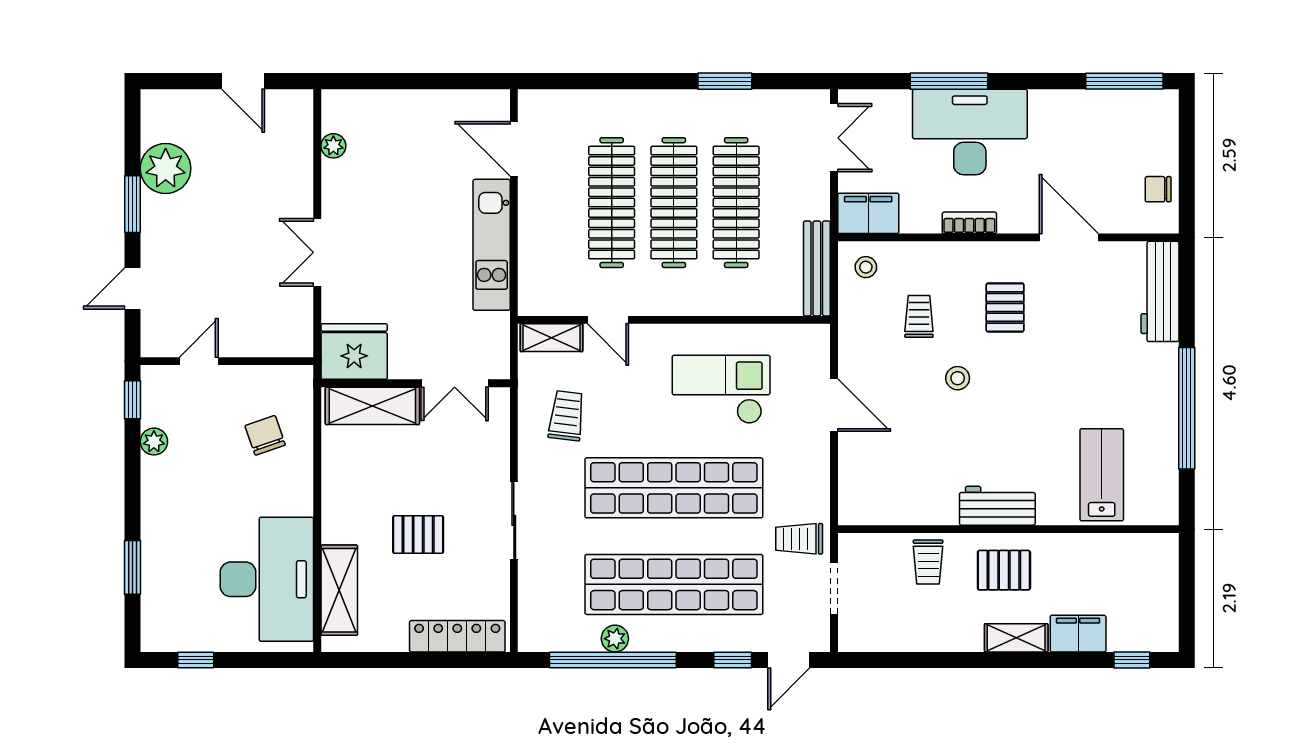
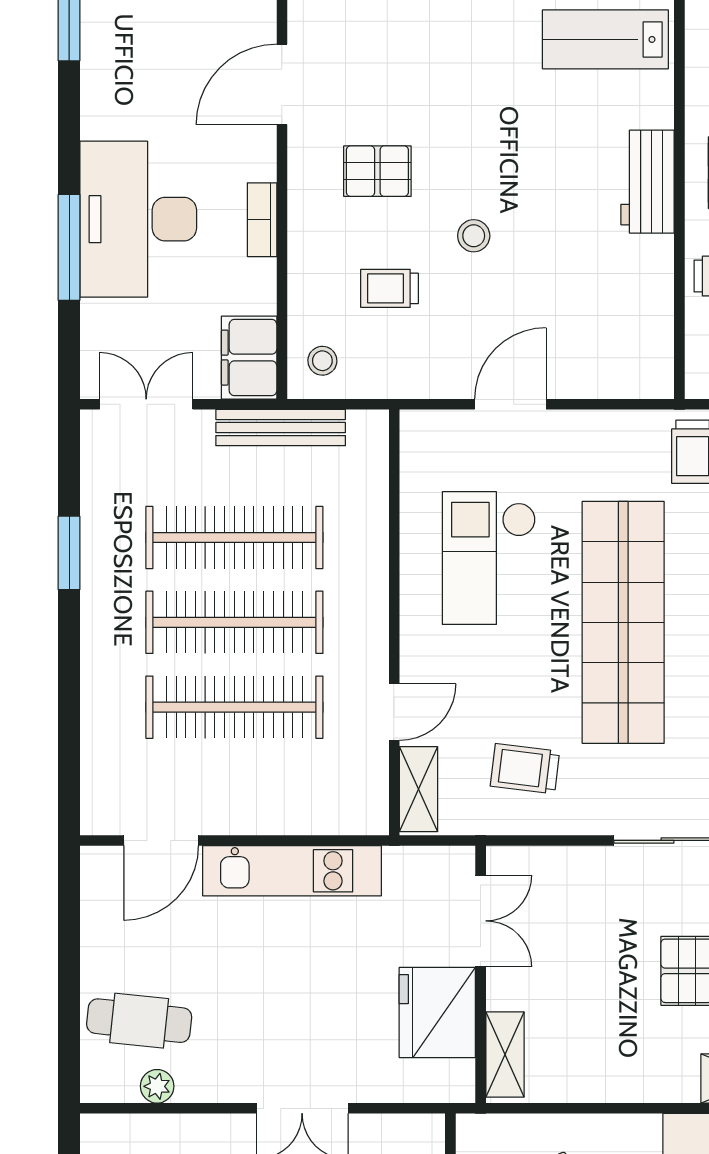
cafe table: (382, 133) -> (139, 1021), added
bench: (817, 268) -> (281, 428), moved
fridge: (354, 351) -> (437, 1013), moved
shelving: (372, 406) -> (505, 1054), width x0.67, depth x0.75

